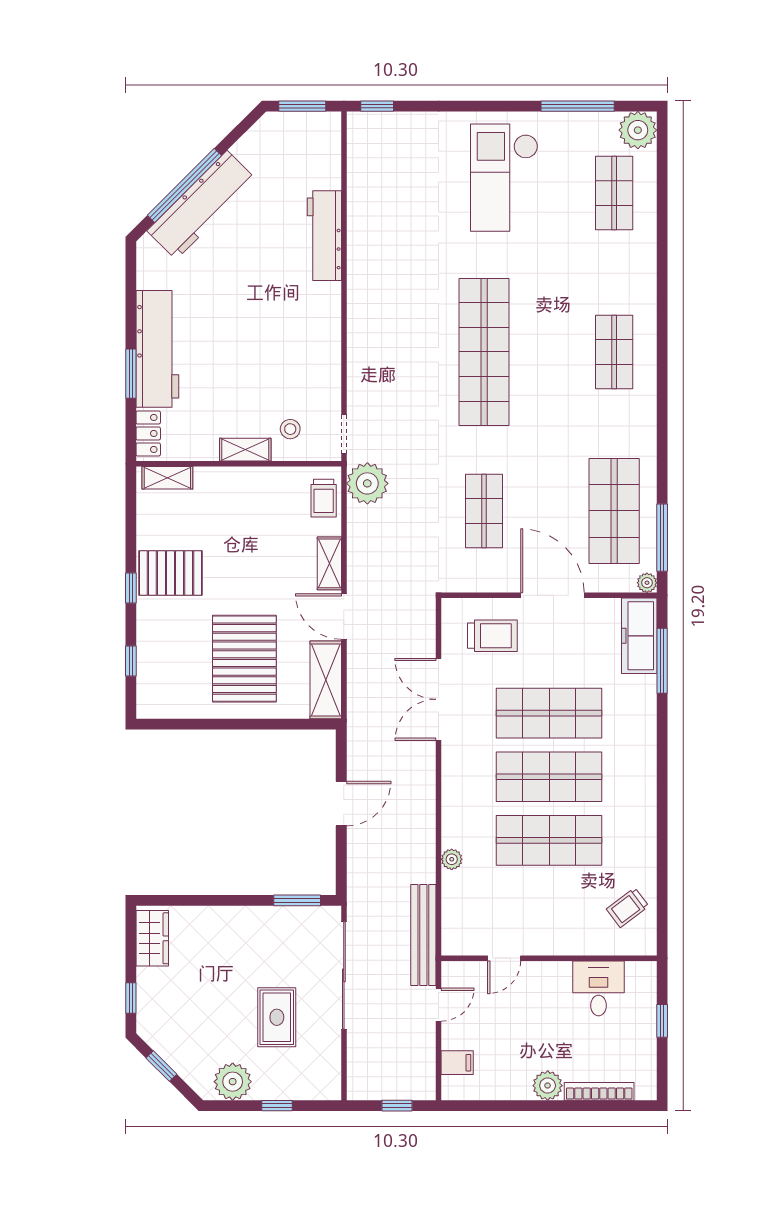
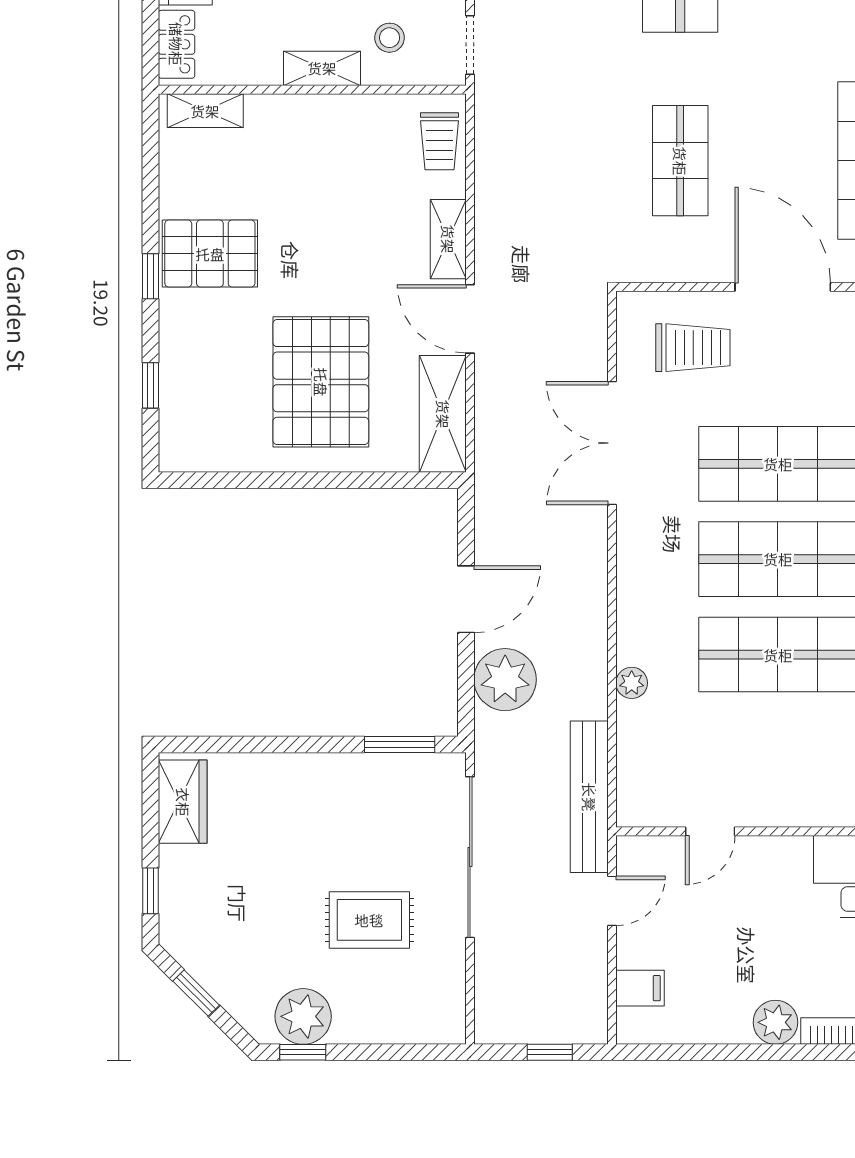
plant: (367, 483) -> (505, 680), moved
rug: (277, 1017) -> (369, 920), turned 90
window: (277, 1106) -> (303, 1052), moved

